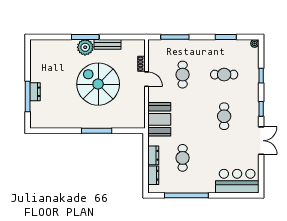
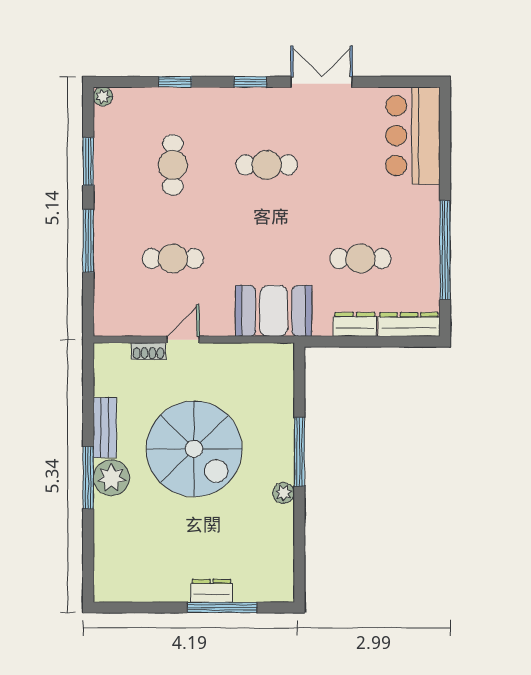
window: (175, 37) -> (88, 241), moved
spiral stairs: (98, 84) -> (194, 449), turned -90
plant: (78, 124) -> (284, 493), added
dresser: (153, 175) -> (409, 324), width x1.44

